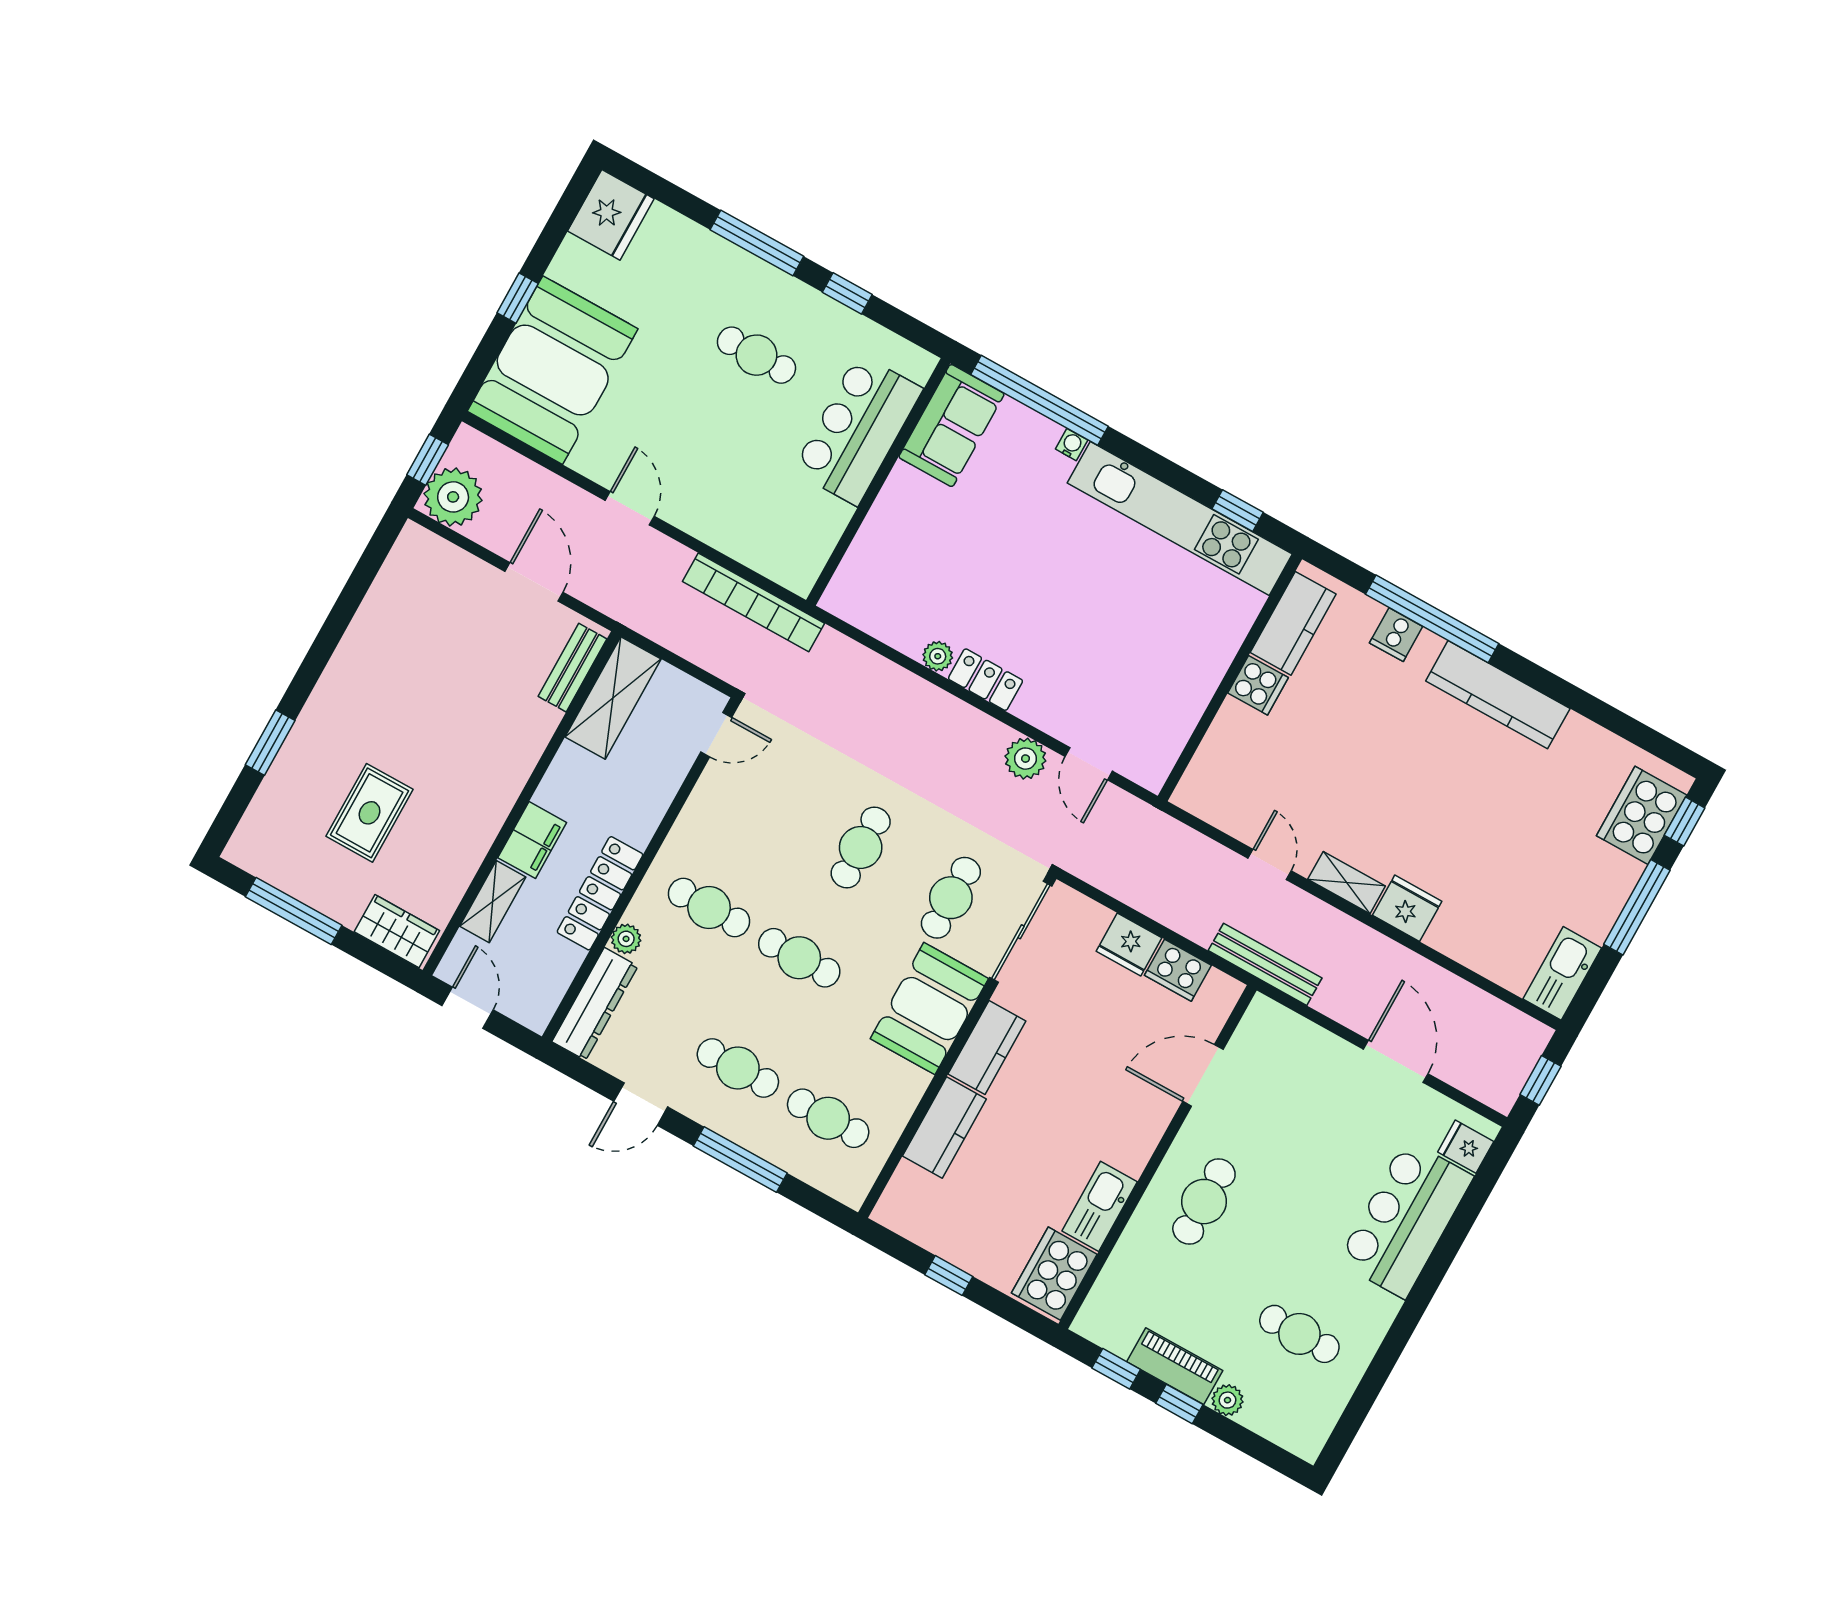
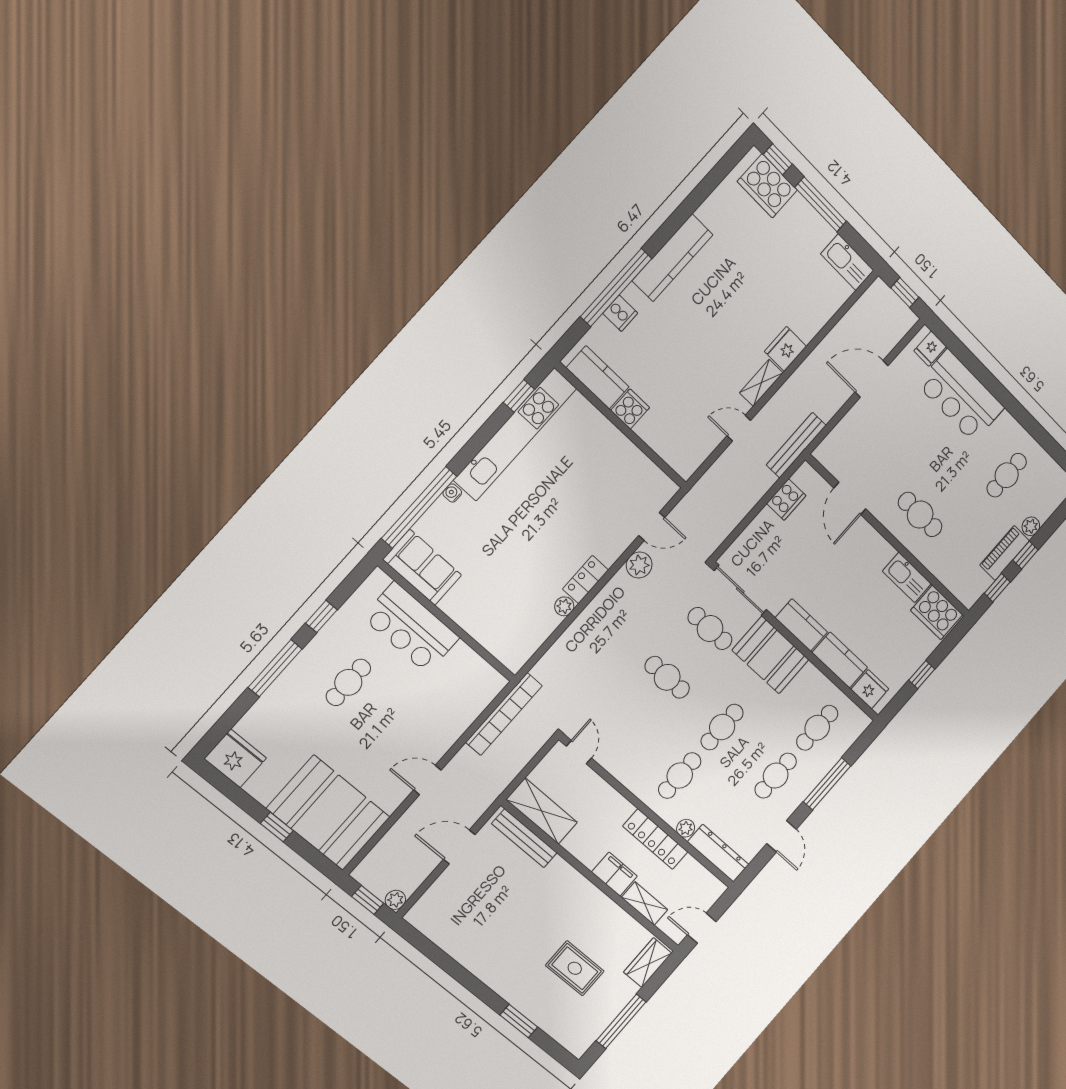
plant: (453, 497) -> (395, 900), width x0.53, depth x0.53
bench: (573, 668) -> (524, 838), width x1.36
fridge: (1129, 944) -> (870, 689), moved, turned -90

